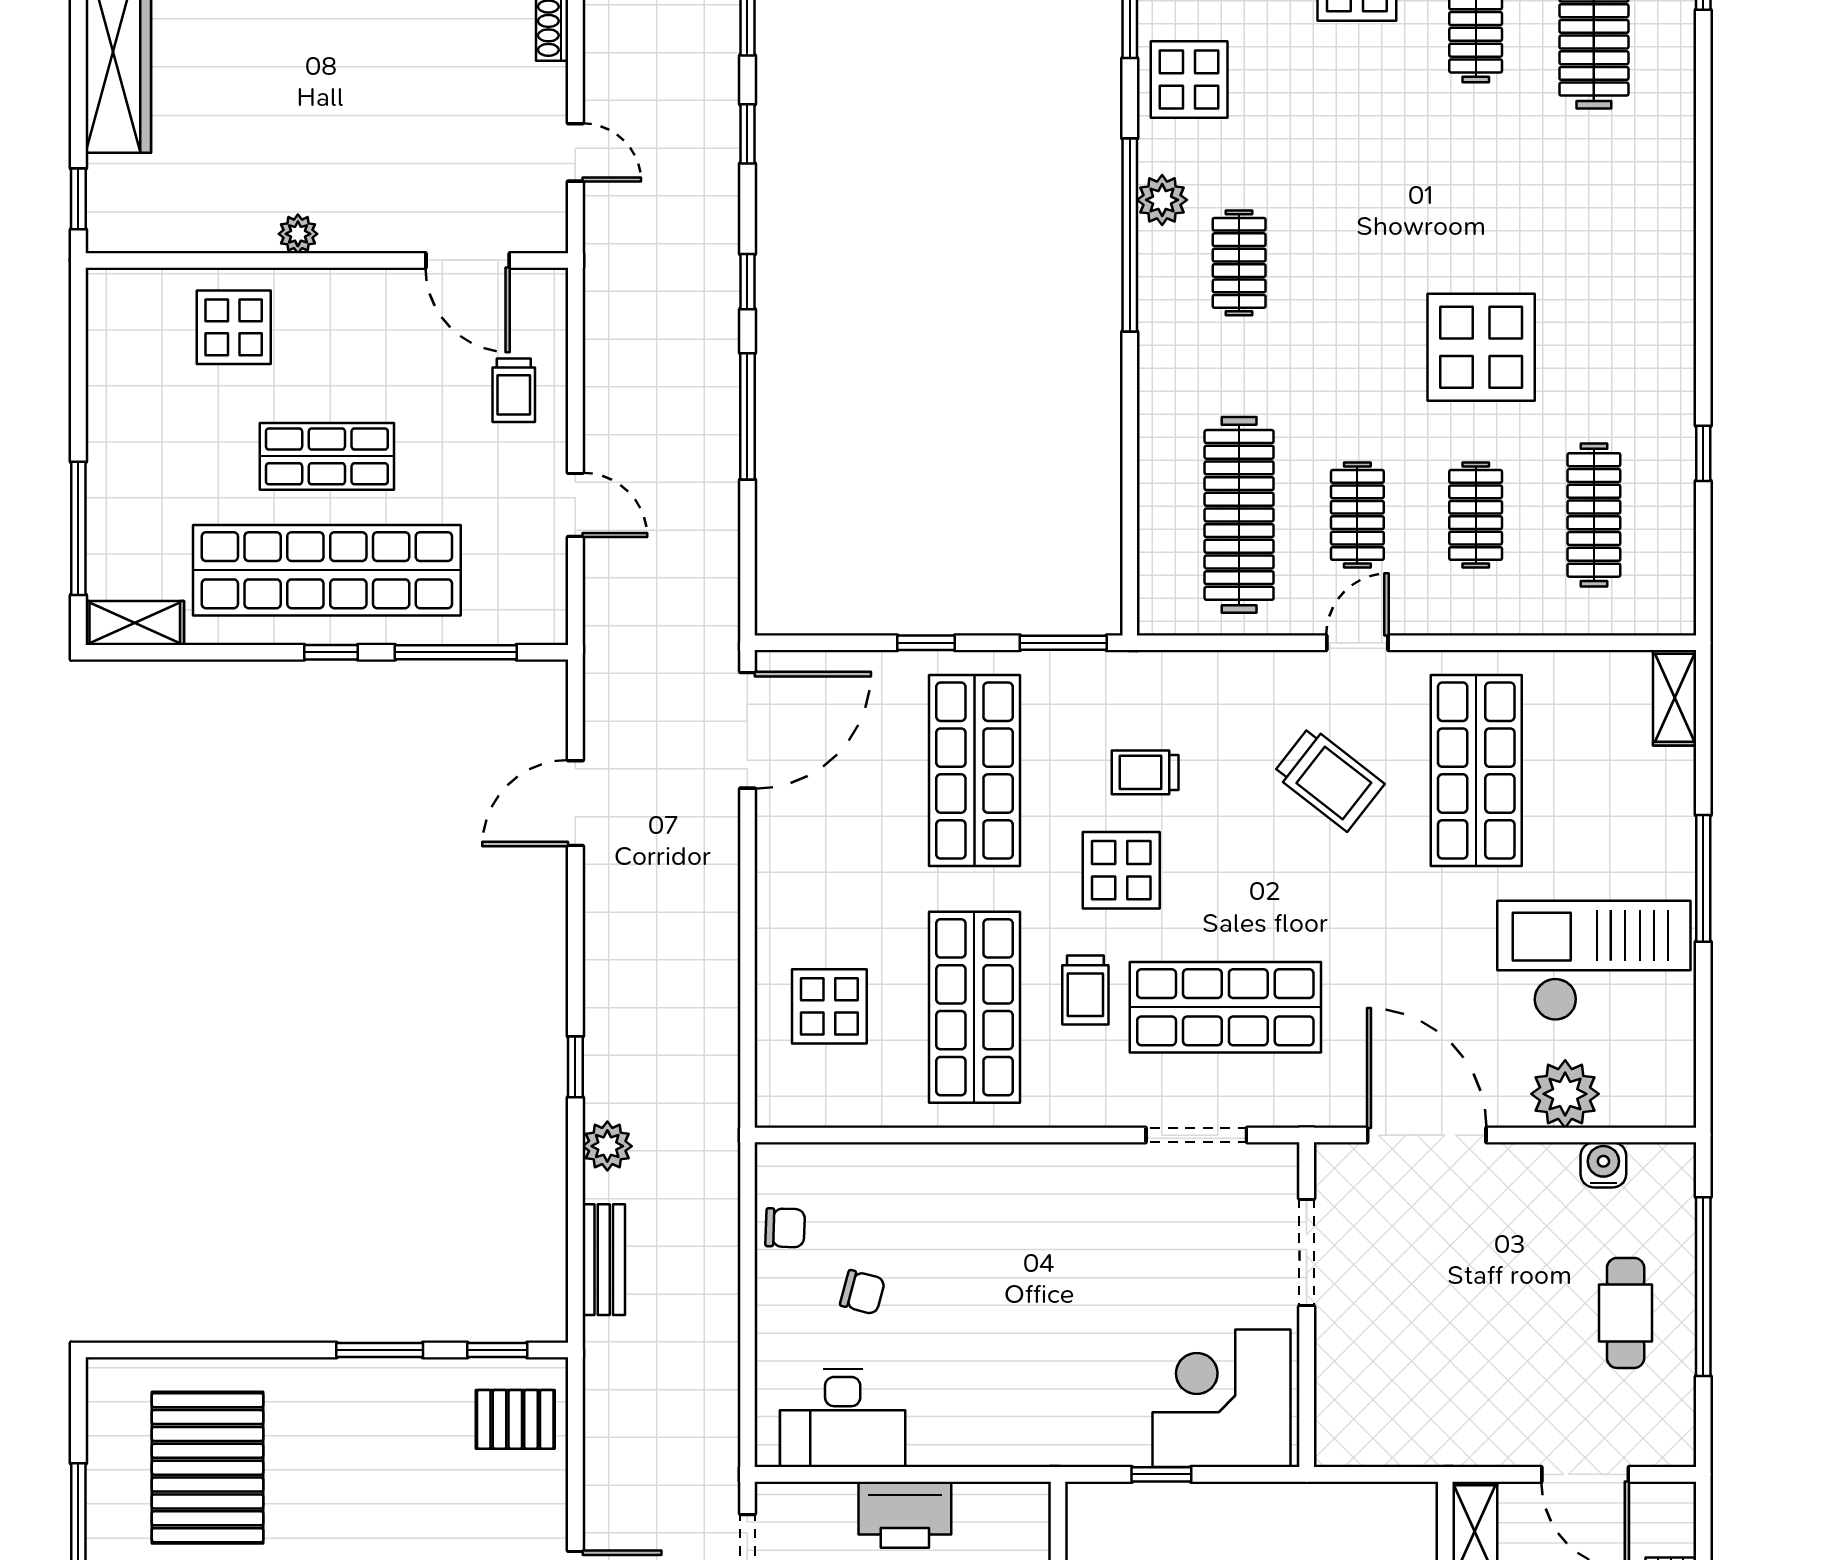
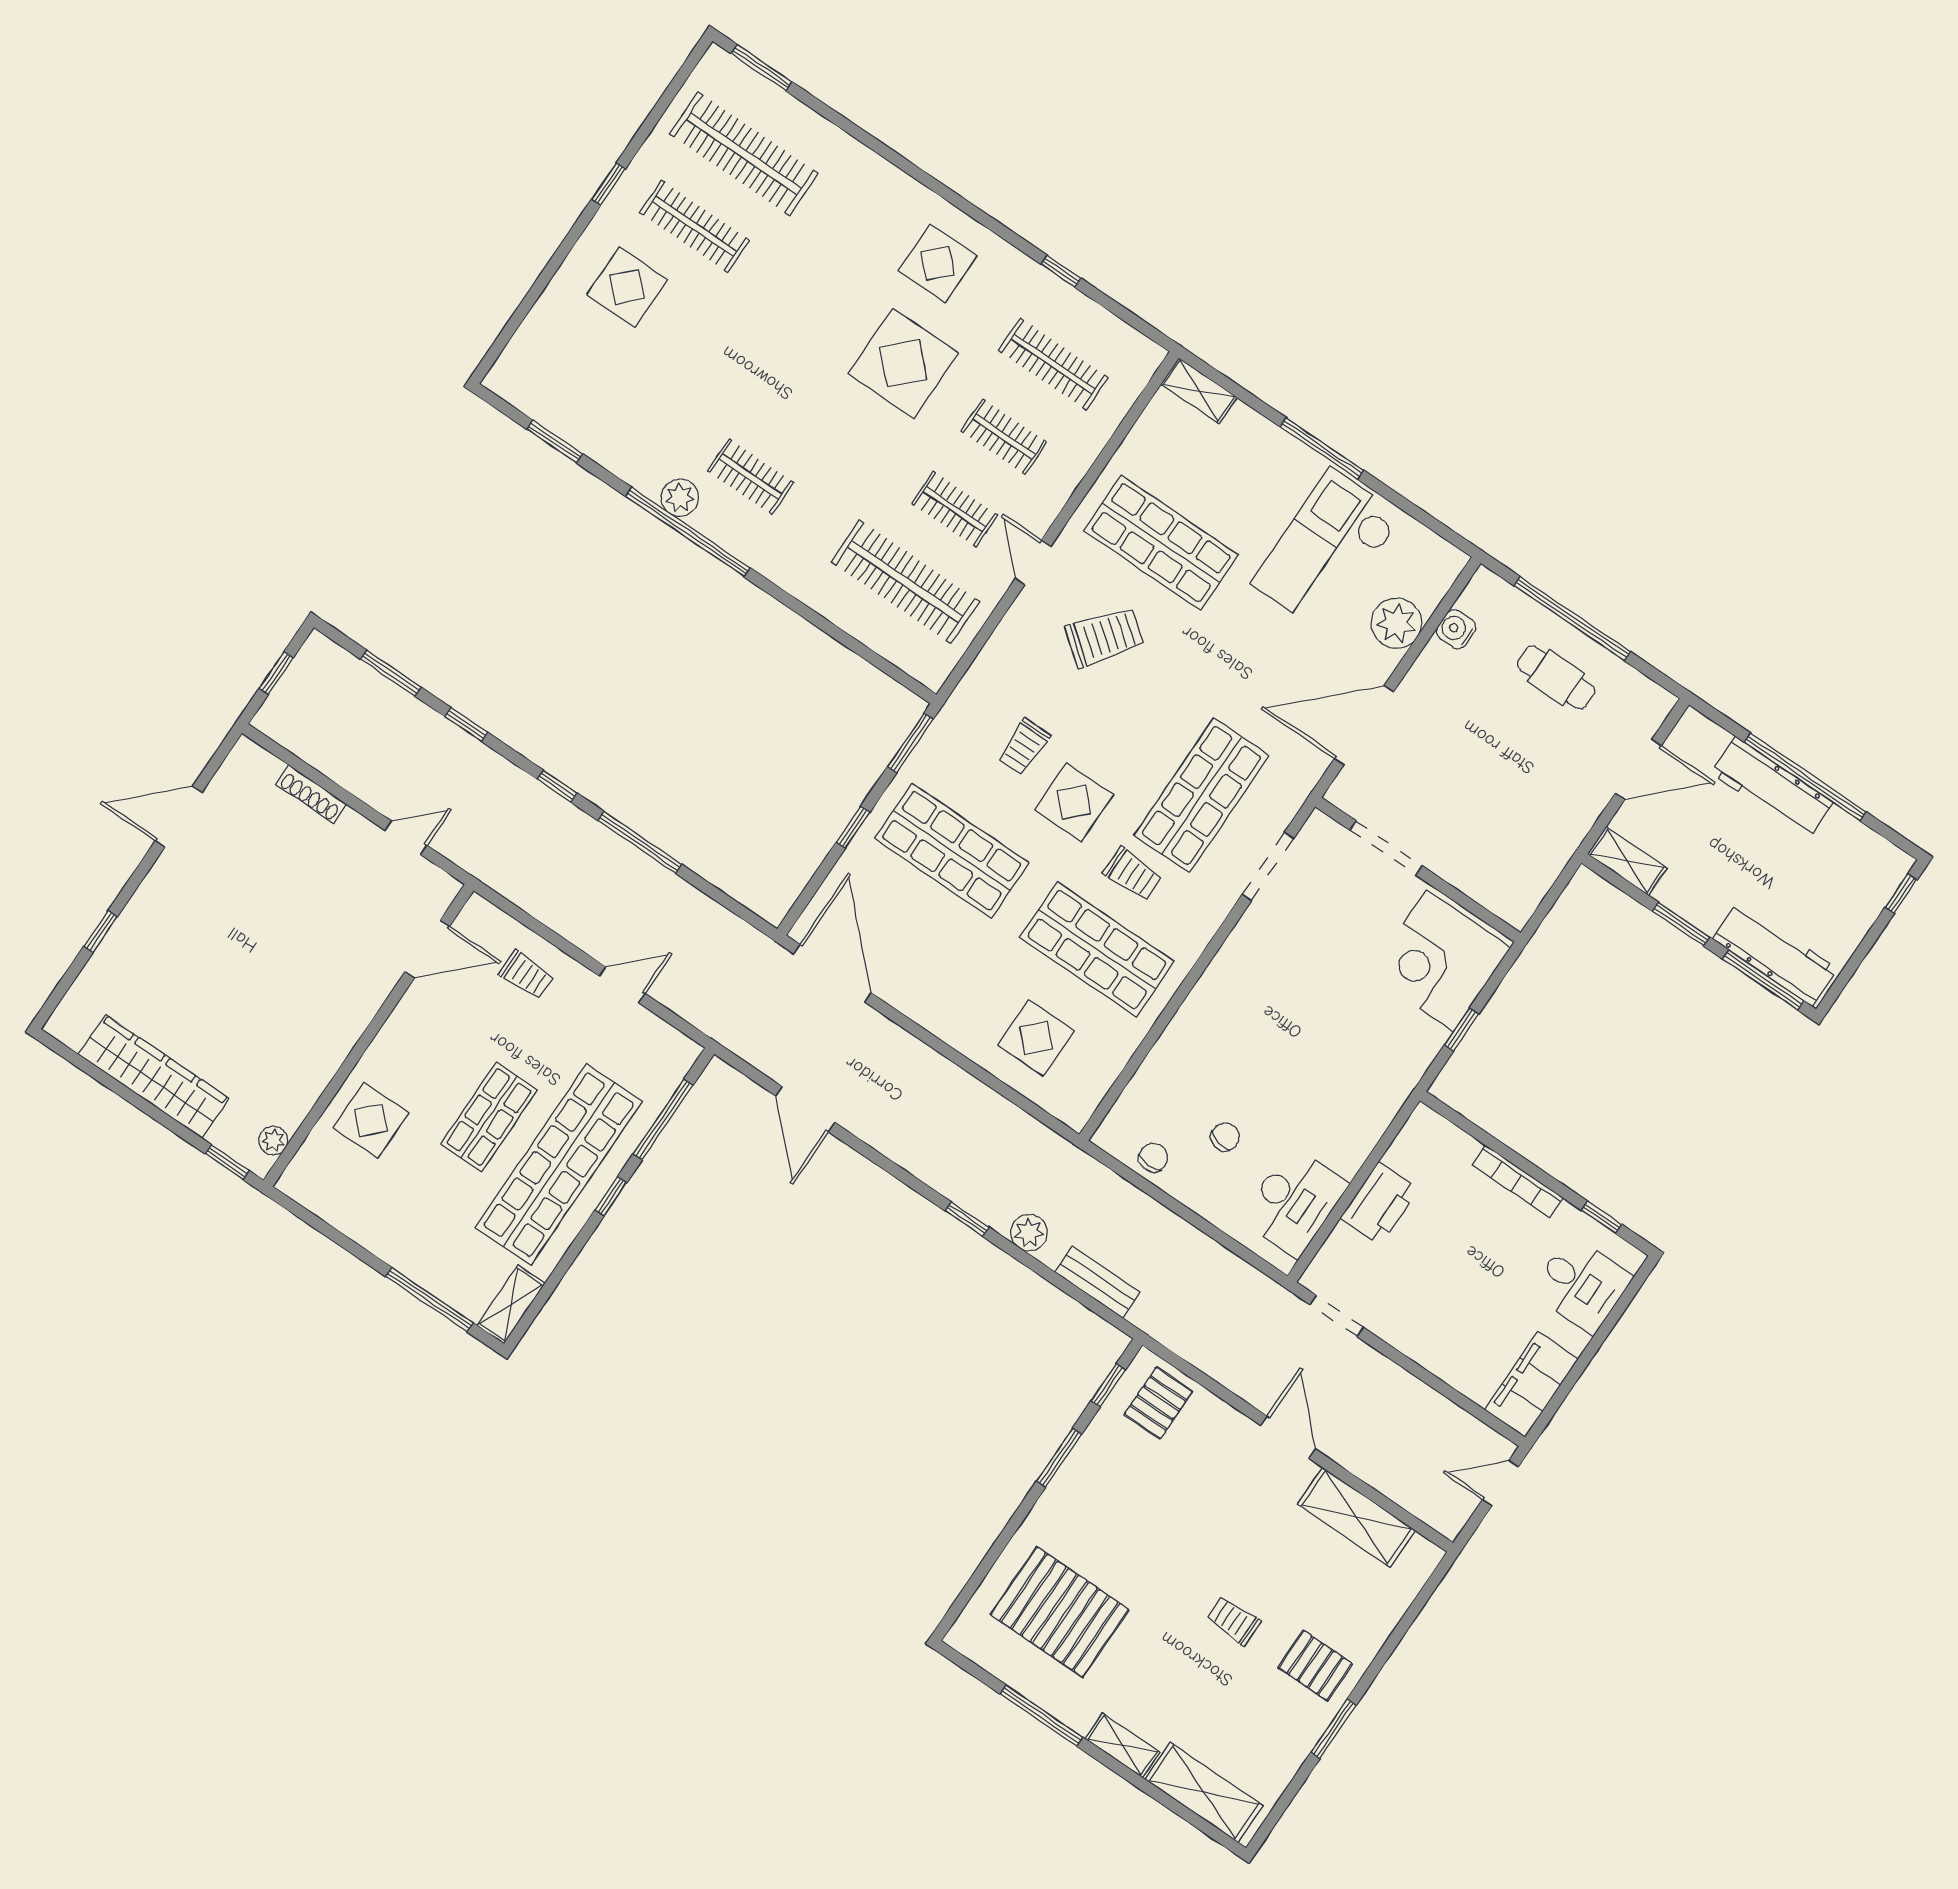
display table: (1189, 79) -> (938, 263), moved
plant: (298, 234) -> (273, 1141), moved

